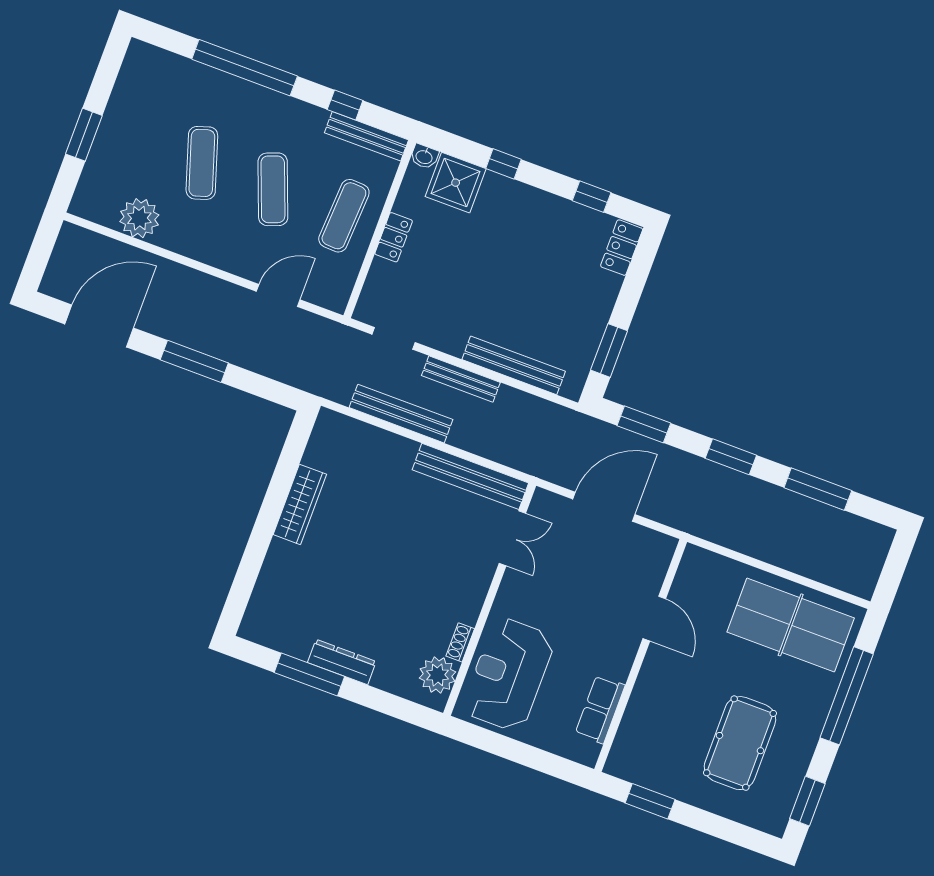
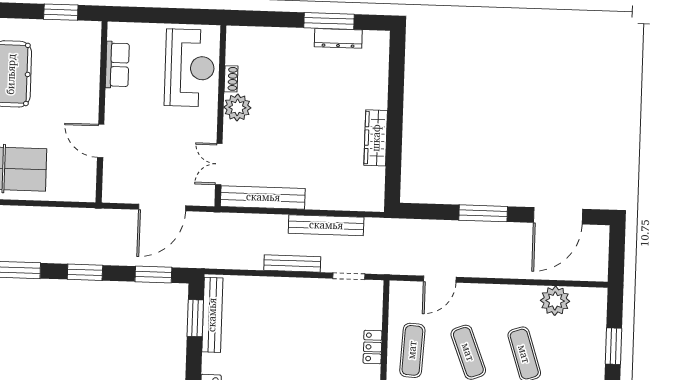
bench: (514, 365) -> (212, 315), moved, turned 90
dresser: (342, 662) -> (338, 38), moved
plant: (438, 675) -> (237, 107), moved

